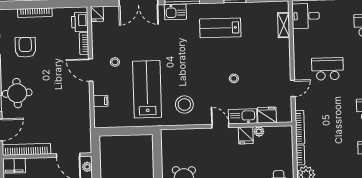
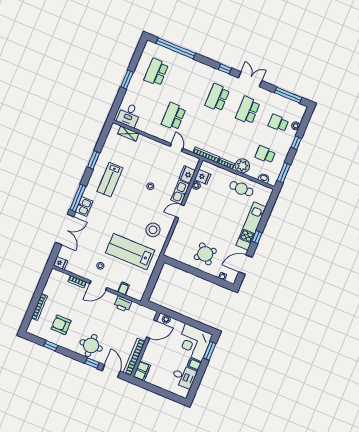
printer: (80, 22) -> (123, 304), moved
fridge: (246, 135) -> (203, 177), moved

